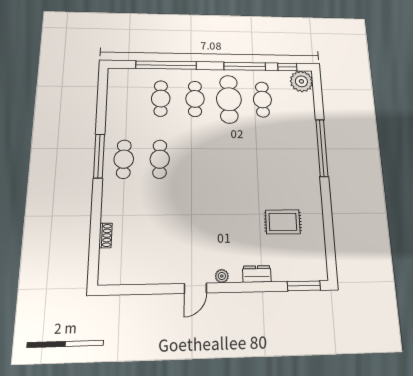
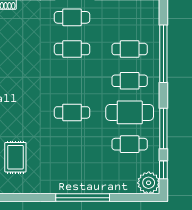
cafe table: (230, 159) -> (72, 112), added

